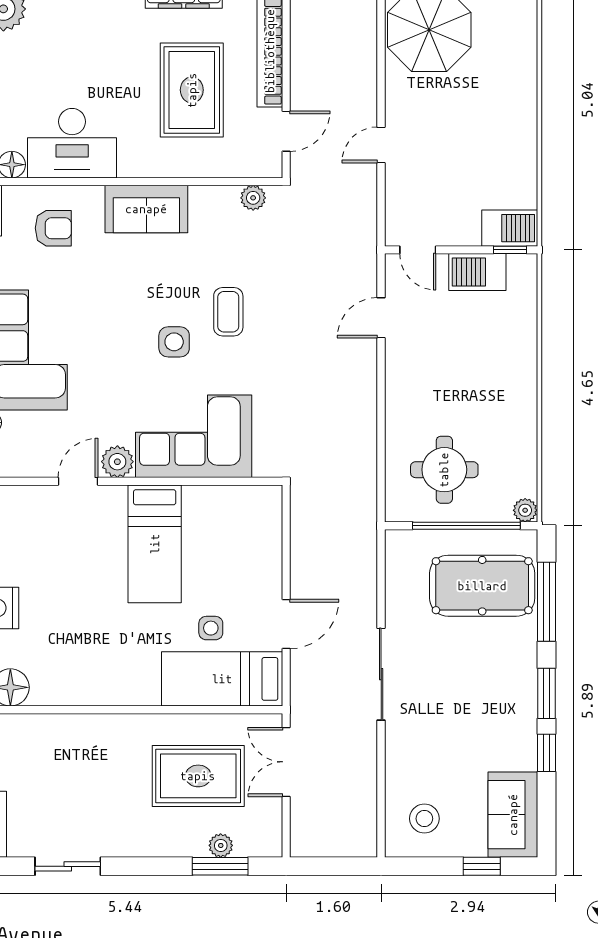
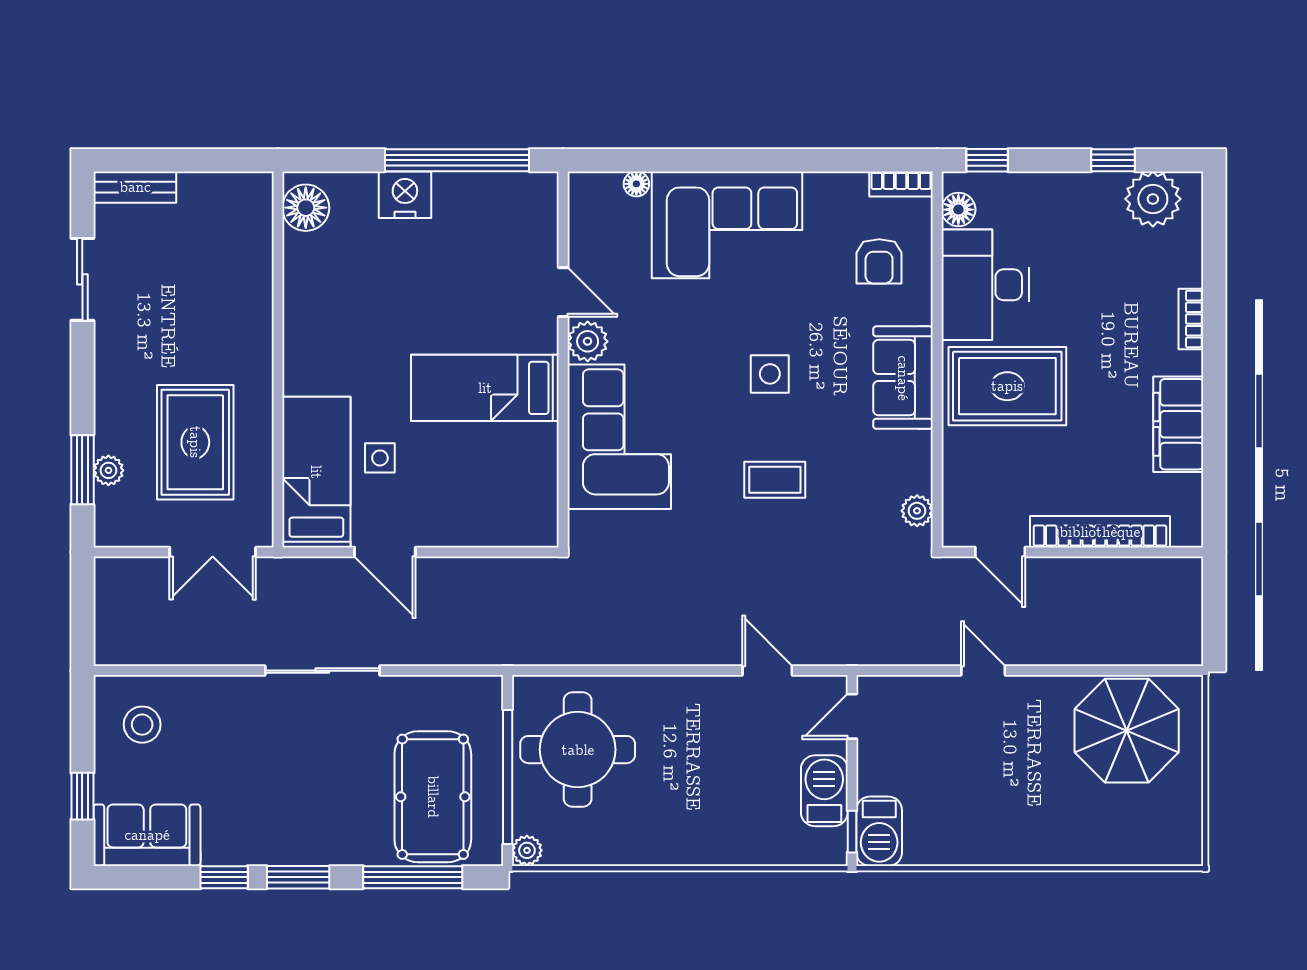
rug: (192, 90) -> (1007, 386), moved
side table: (174, 342) -> (770, 374), moved
round table: (444, 470) -> (578, 750), width x1.36, depth x1.36
double door: (286, 762) -> (213, 552), swing flipped

